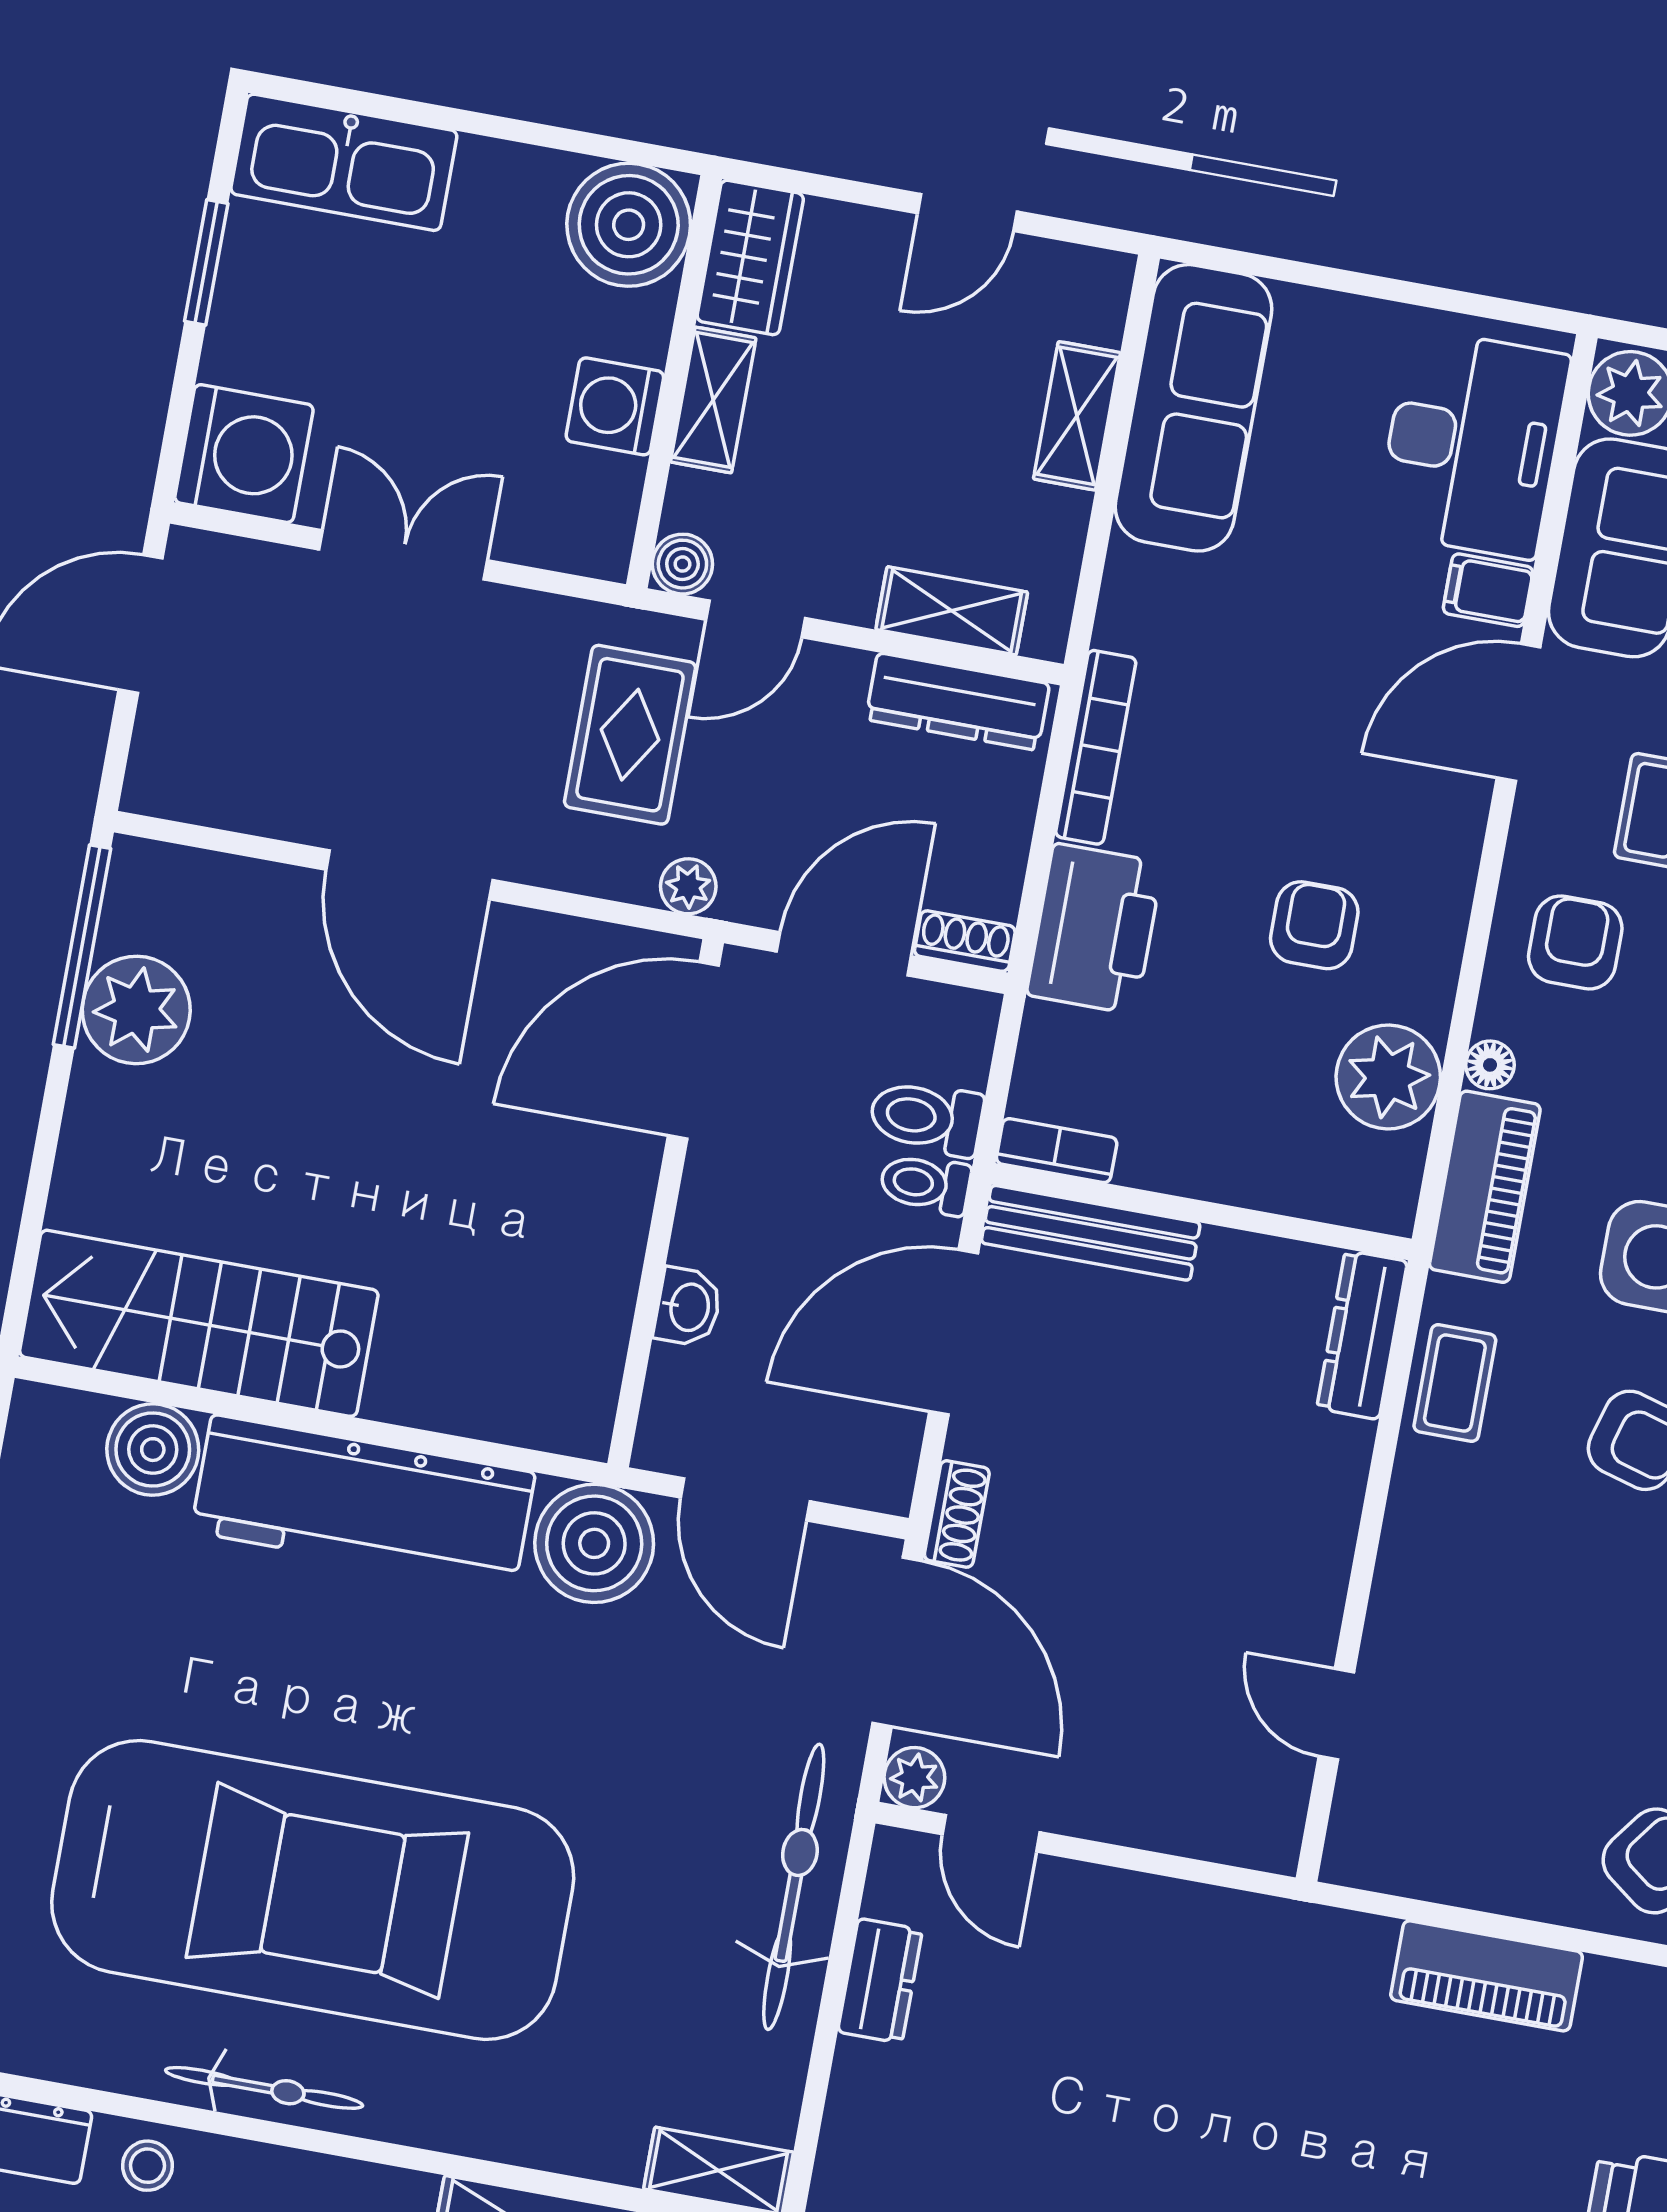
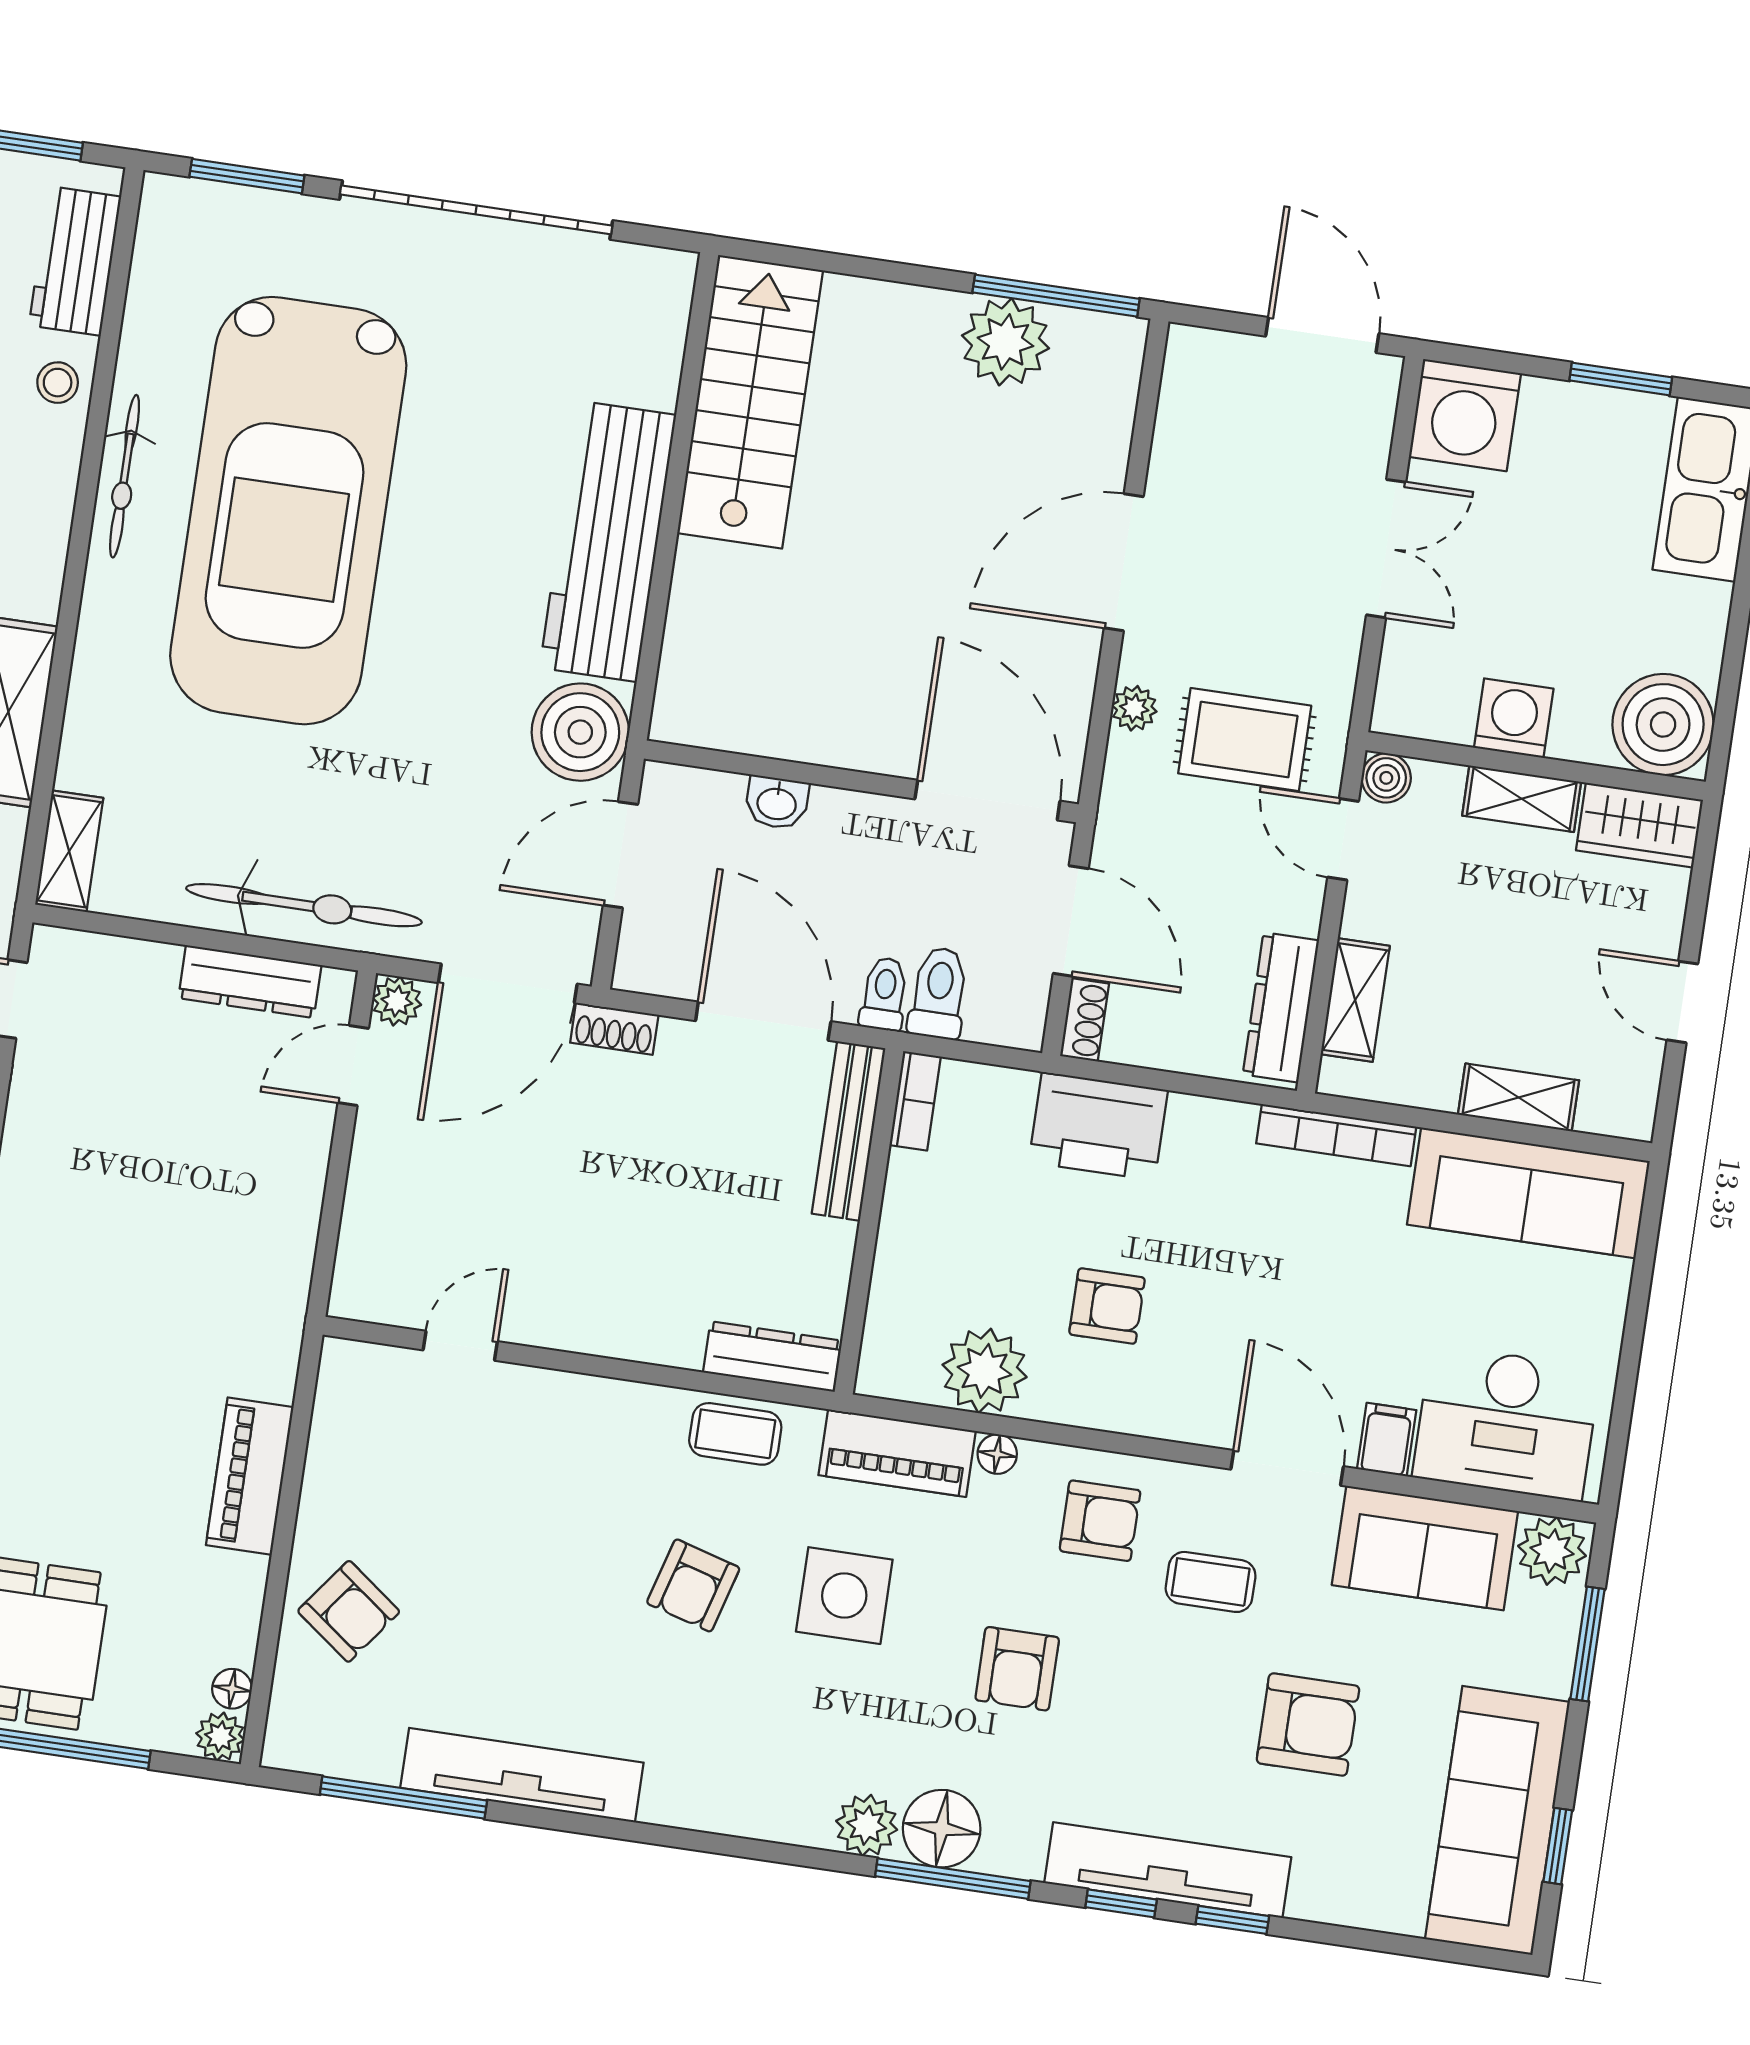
bookcase: (1096, 747) -> (1336, 1135), moved
plant: (688, 886) -> (1134, 708), moved
boiler: (153, 1450) -> (645, 367), removed
dresser: (880, 1981) -> (250, 982), width x1.44

